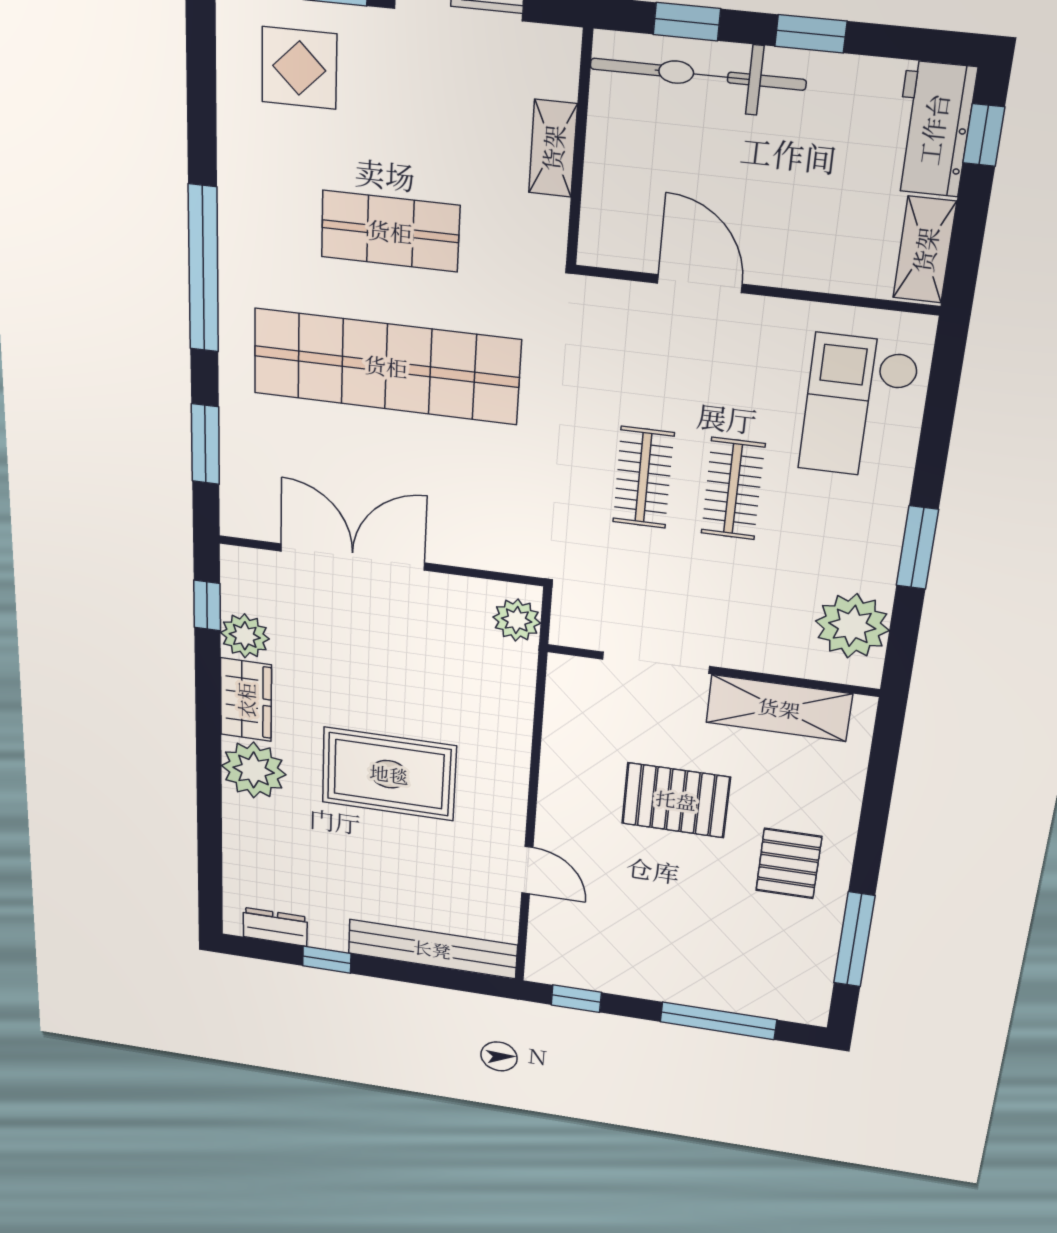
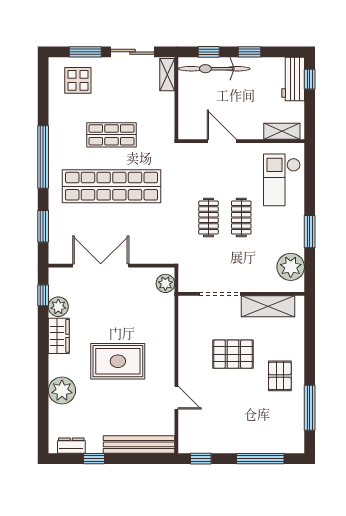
shelving: (553, 148) -> (167, 75), moved
shelving: (925, 250) -> (282, 131), moved, turned 90
plant: (254, 770) -> (62, 391), moved

